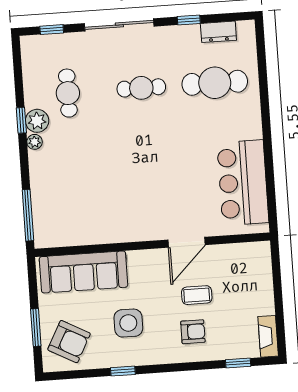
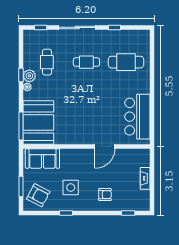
dresser: (218, 32) -> (130, 35), removed
booth: (60, 206) -> (38, 122), added
sofa: (83, 272) -> (42, 158), width x0.73
coffee table: (197, 295) -> (108, 175), removed
fireplace: (268, 336) -> (145, 178), moved

